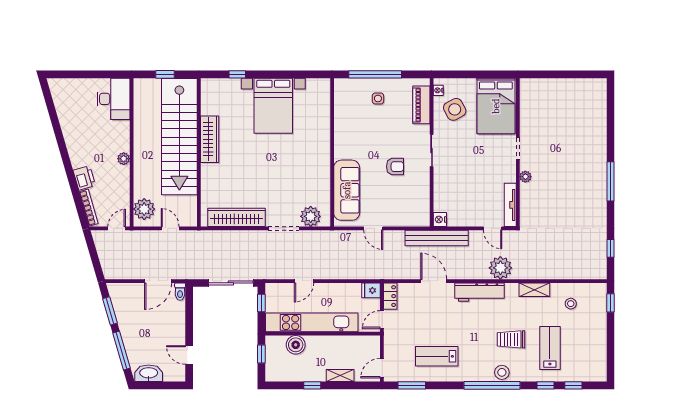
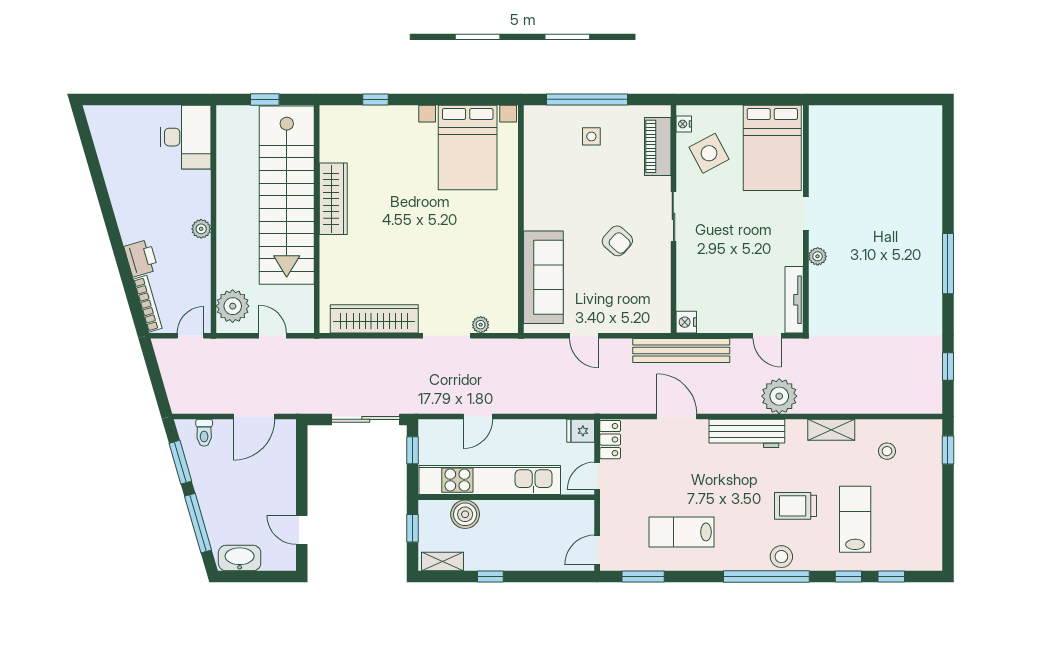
bed with nightstands: (273, 106) -> (468, 148), moved
armchair: (395, 167) -> (617, 241), turned 42
plant: (311, 216) -> (481, 325), width x0.53, depth x0.53
toilet: (180, 292) -> (204, 433), moved
shelving: (340, 376) -> (443, 561), moved

